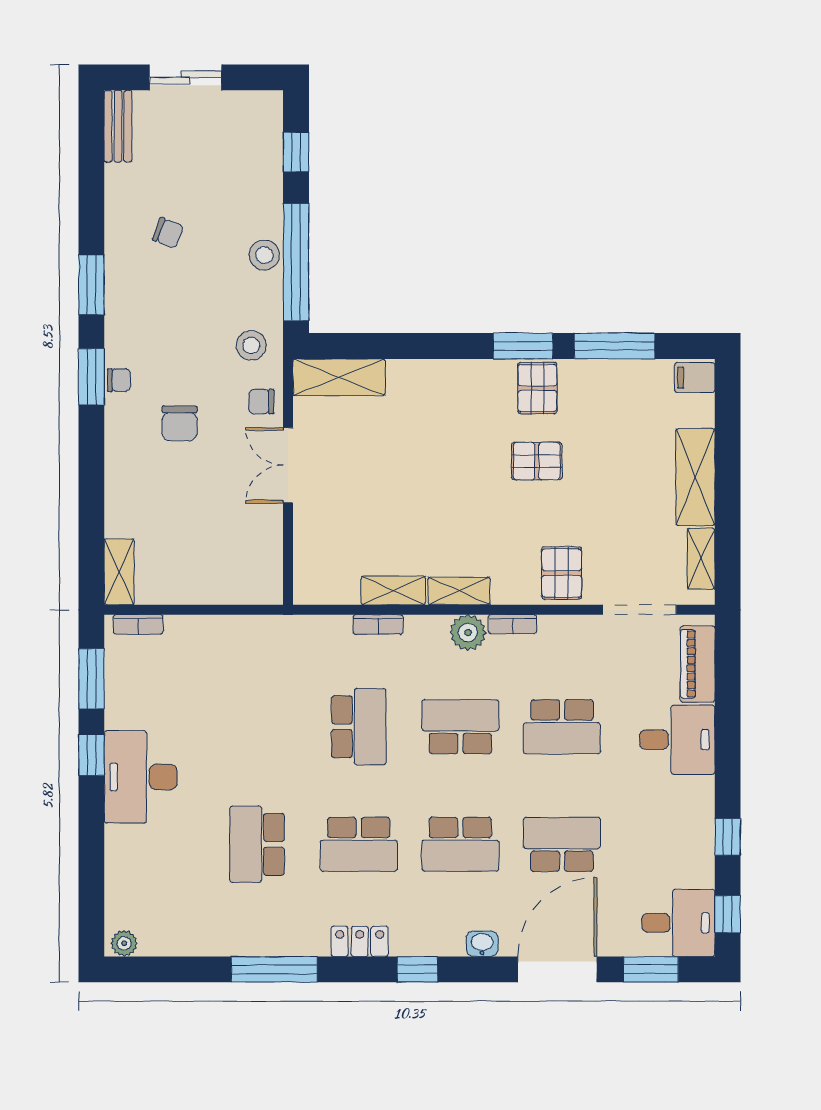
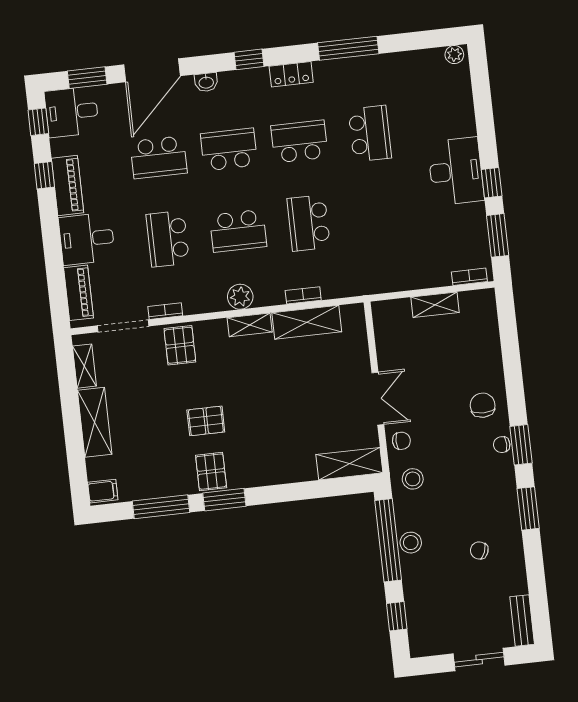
chair: (180, 423) -> (483, 405), moved
shelving: (119, 572) -> (435, 305), moved, turned 90
shelving: (393, 590) -> (307, 322), width x1.50, depth x1.33
bookcase: (513, 624) -> (165, 311), moved
school desk: (562, 727) -> (168, 239), turned -90
piano: (696, 819) -> (68, 185), added

